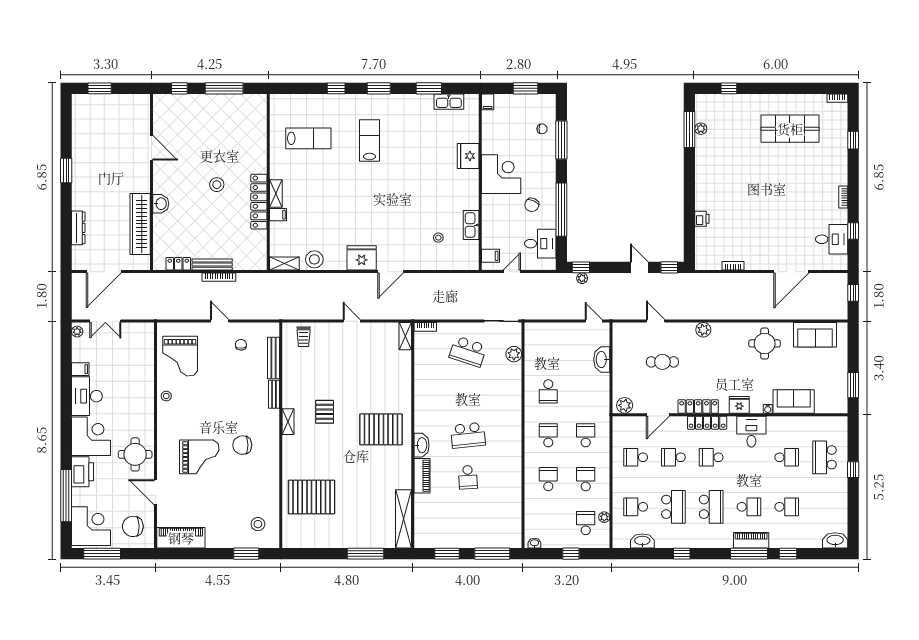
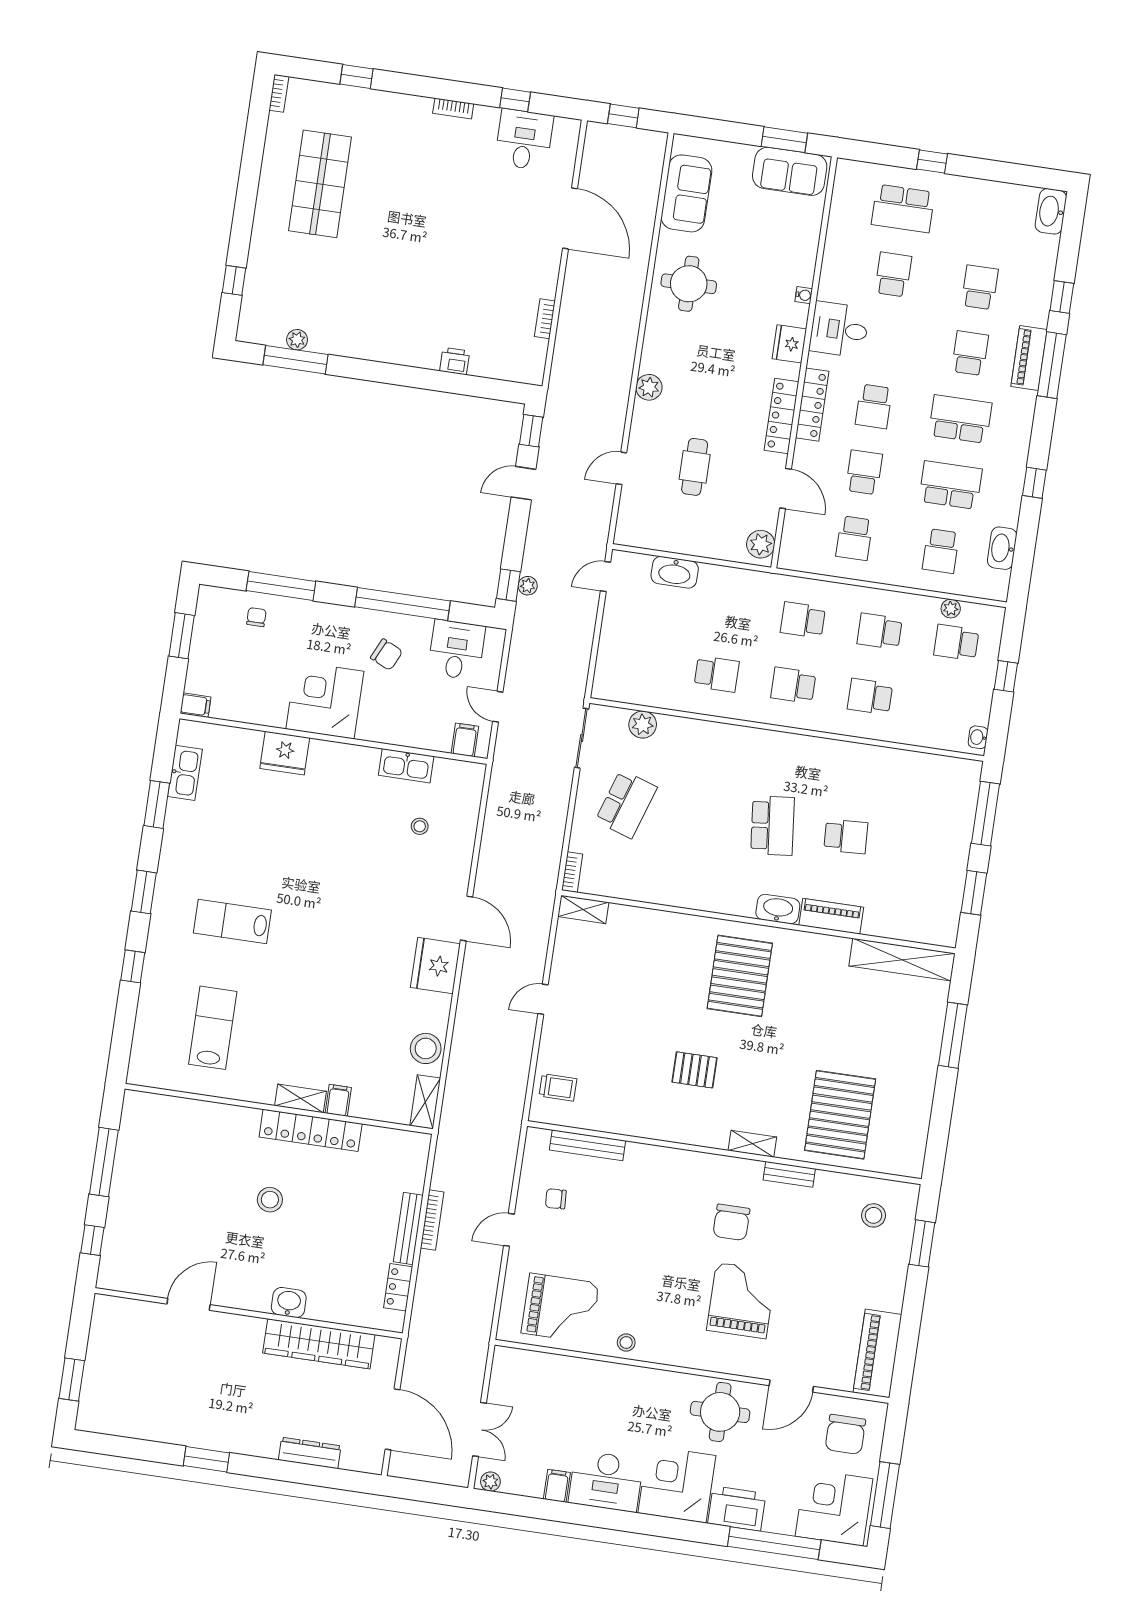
bench: (274, 394) -> (789, 1174), moved
sofa: (794, 401) -> (790, 171), moved, turned -90
shelving: (288, 422) -> (752, 1144), moved
school desk: (673, 457) -> (864, 472), turned 180

